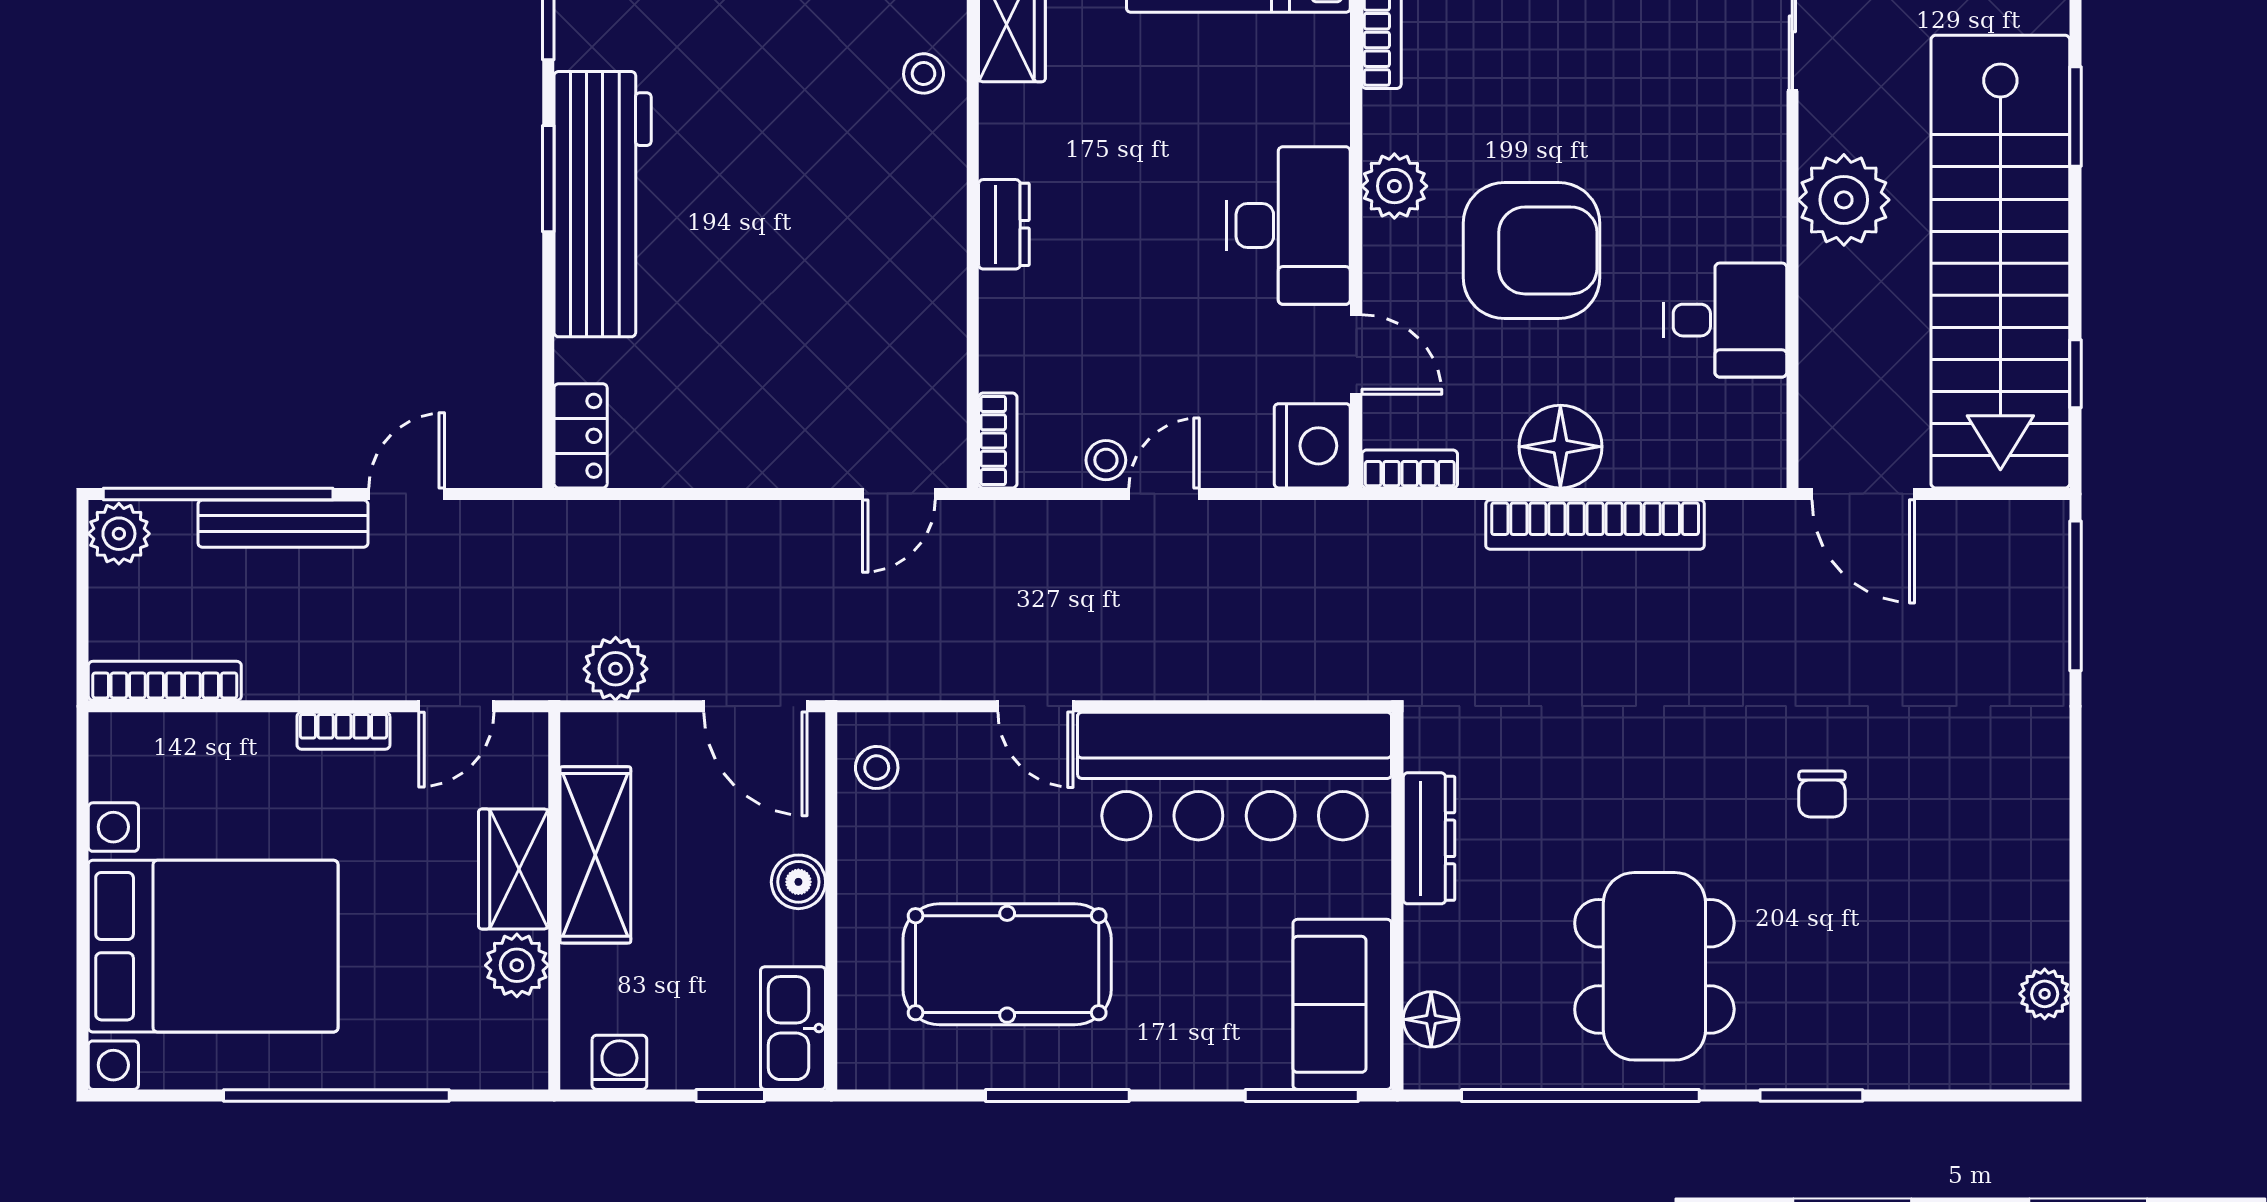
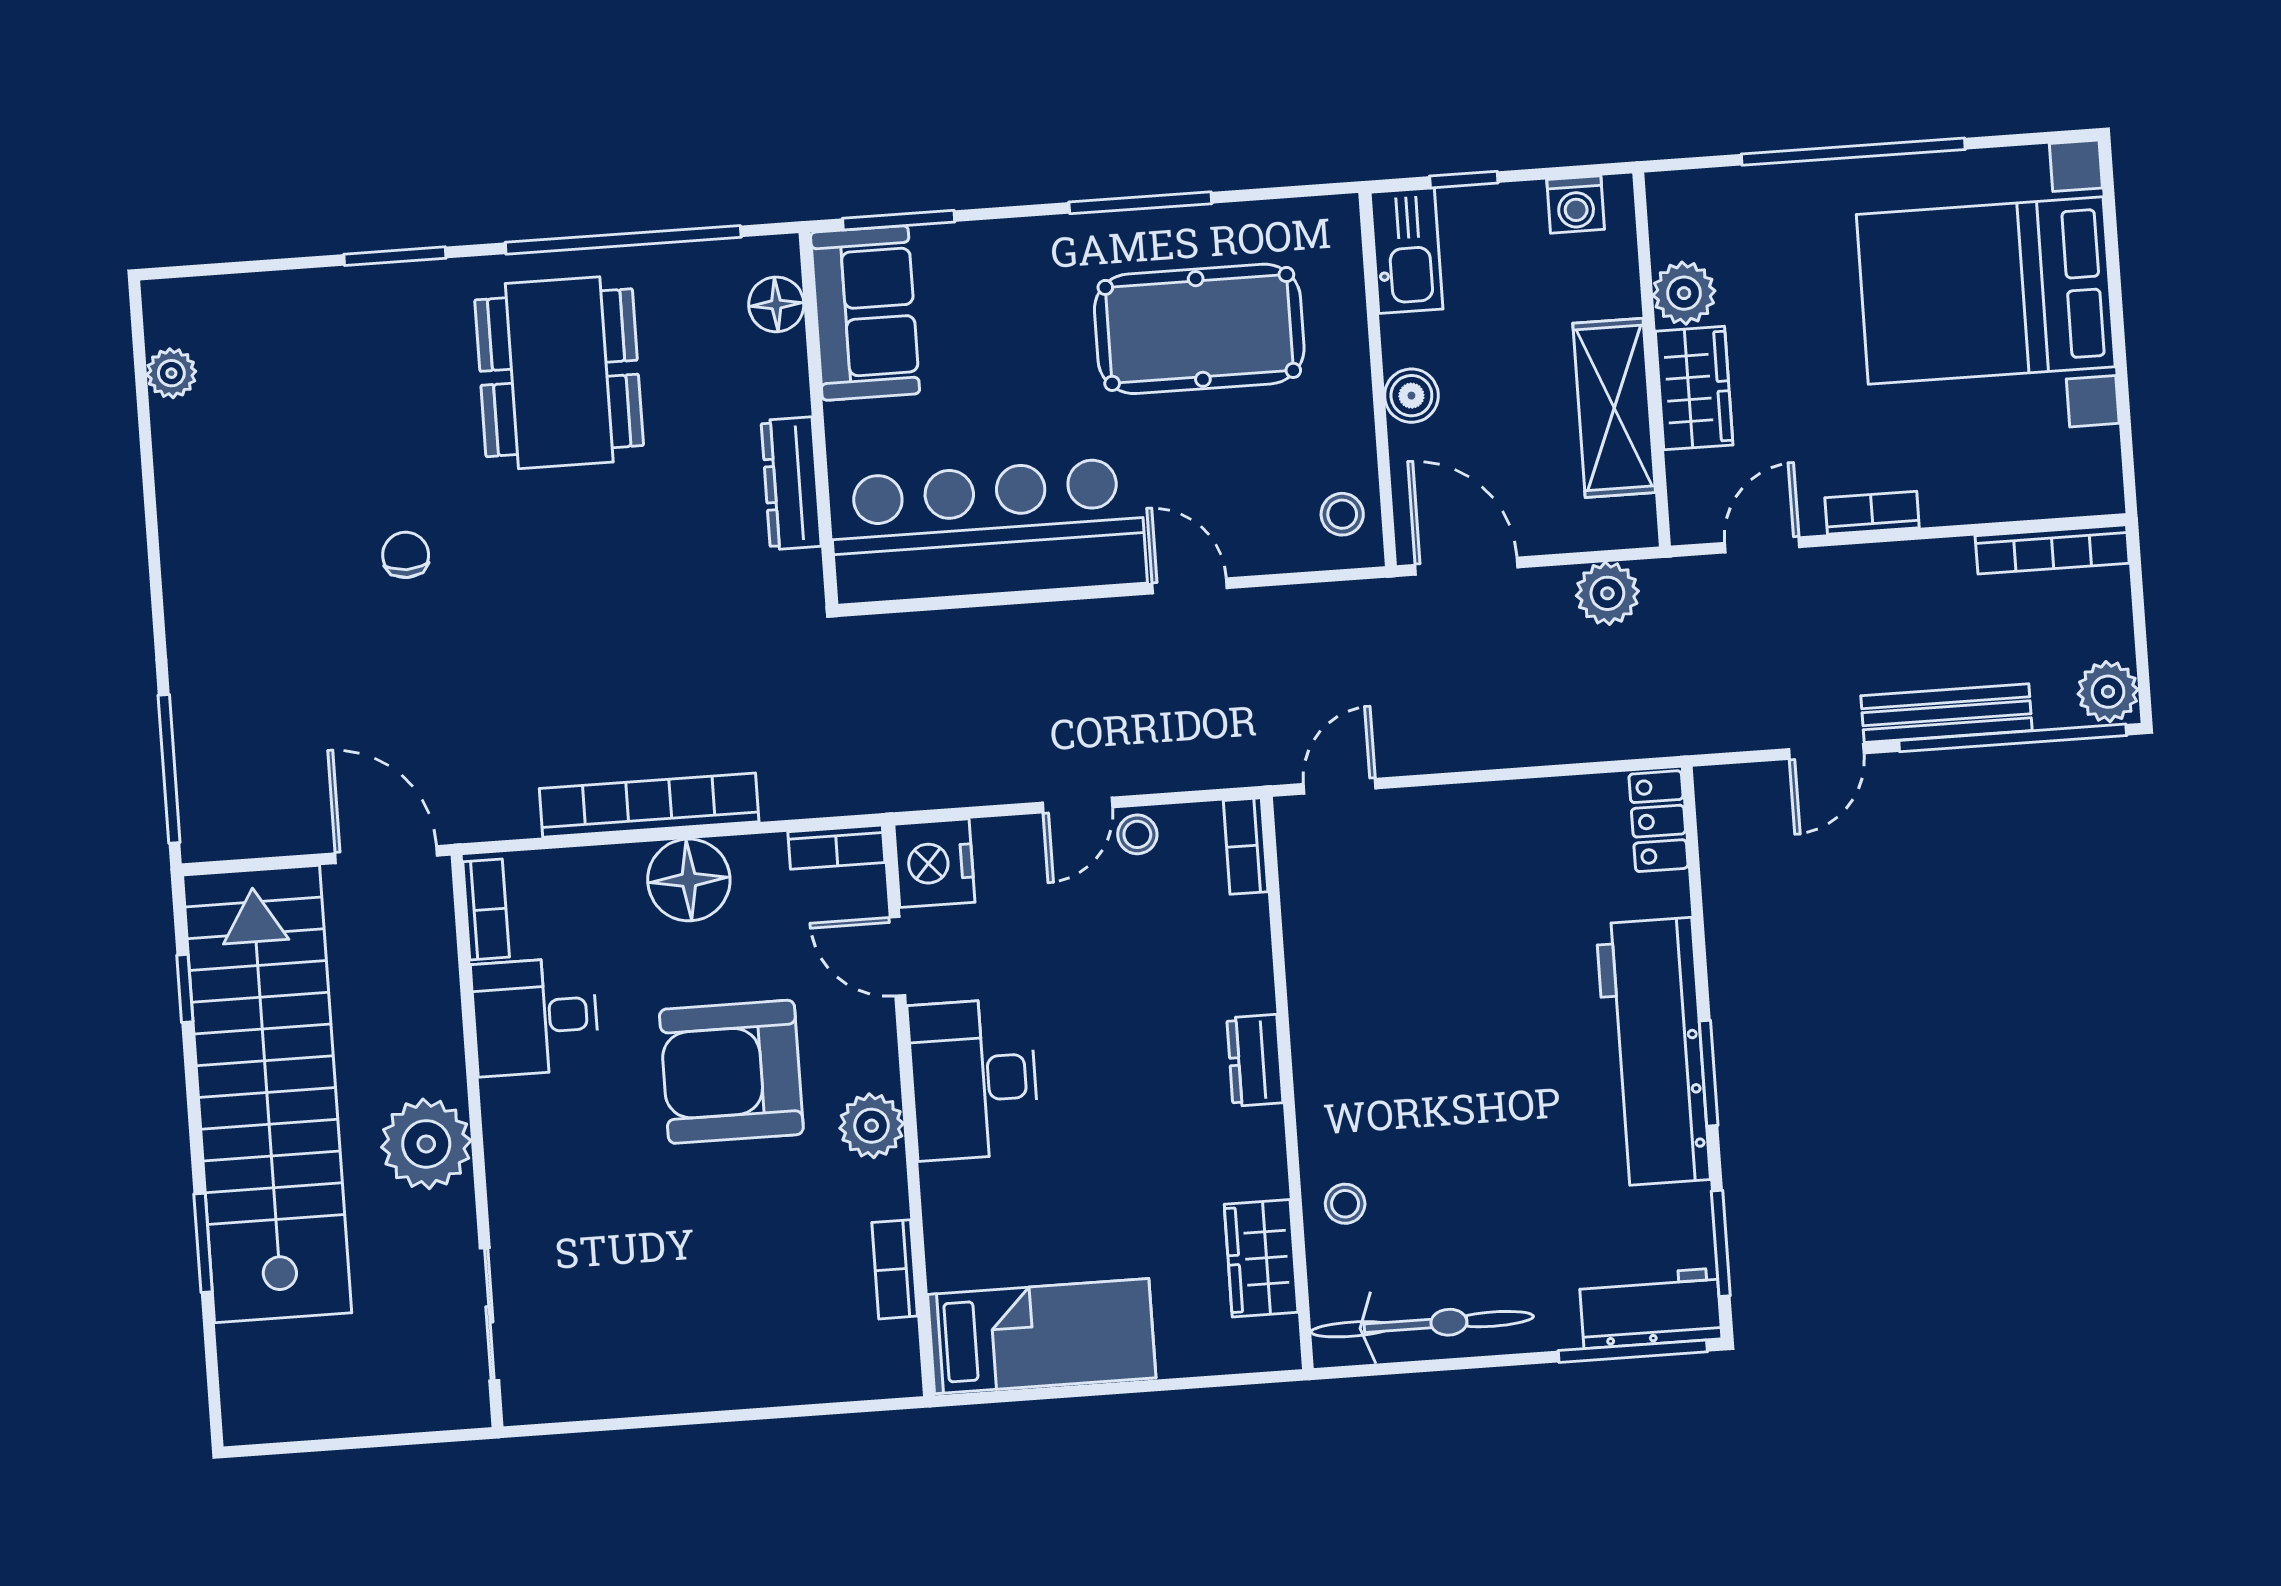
bookcase: (1767, 432) -> (486, 909), added

